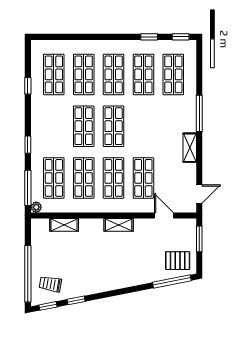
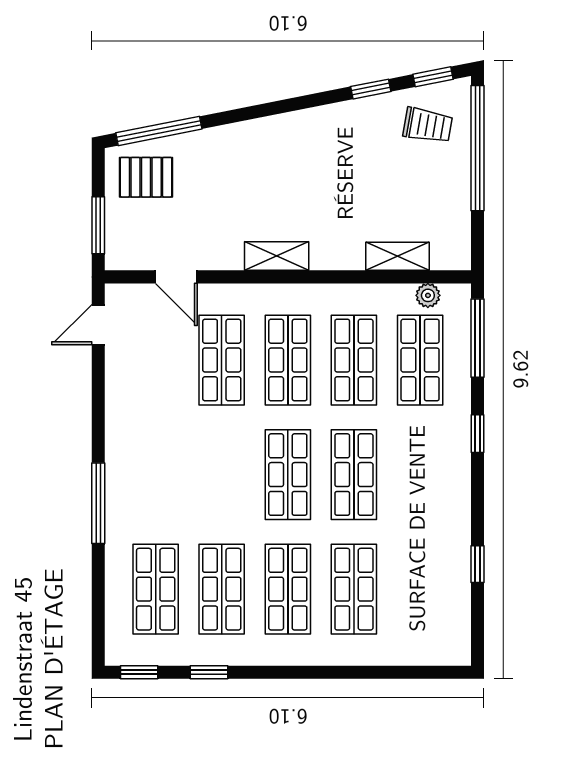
shop shelf: (54, 74) -> (420, 589), removed
shelving: (190, 148) -> (119, 427), removed
plant: (36, 207) -> (428, 295), moved

